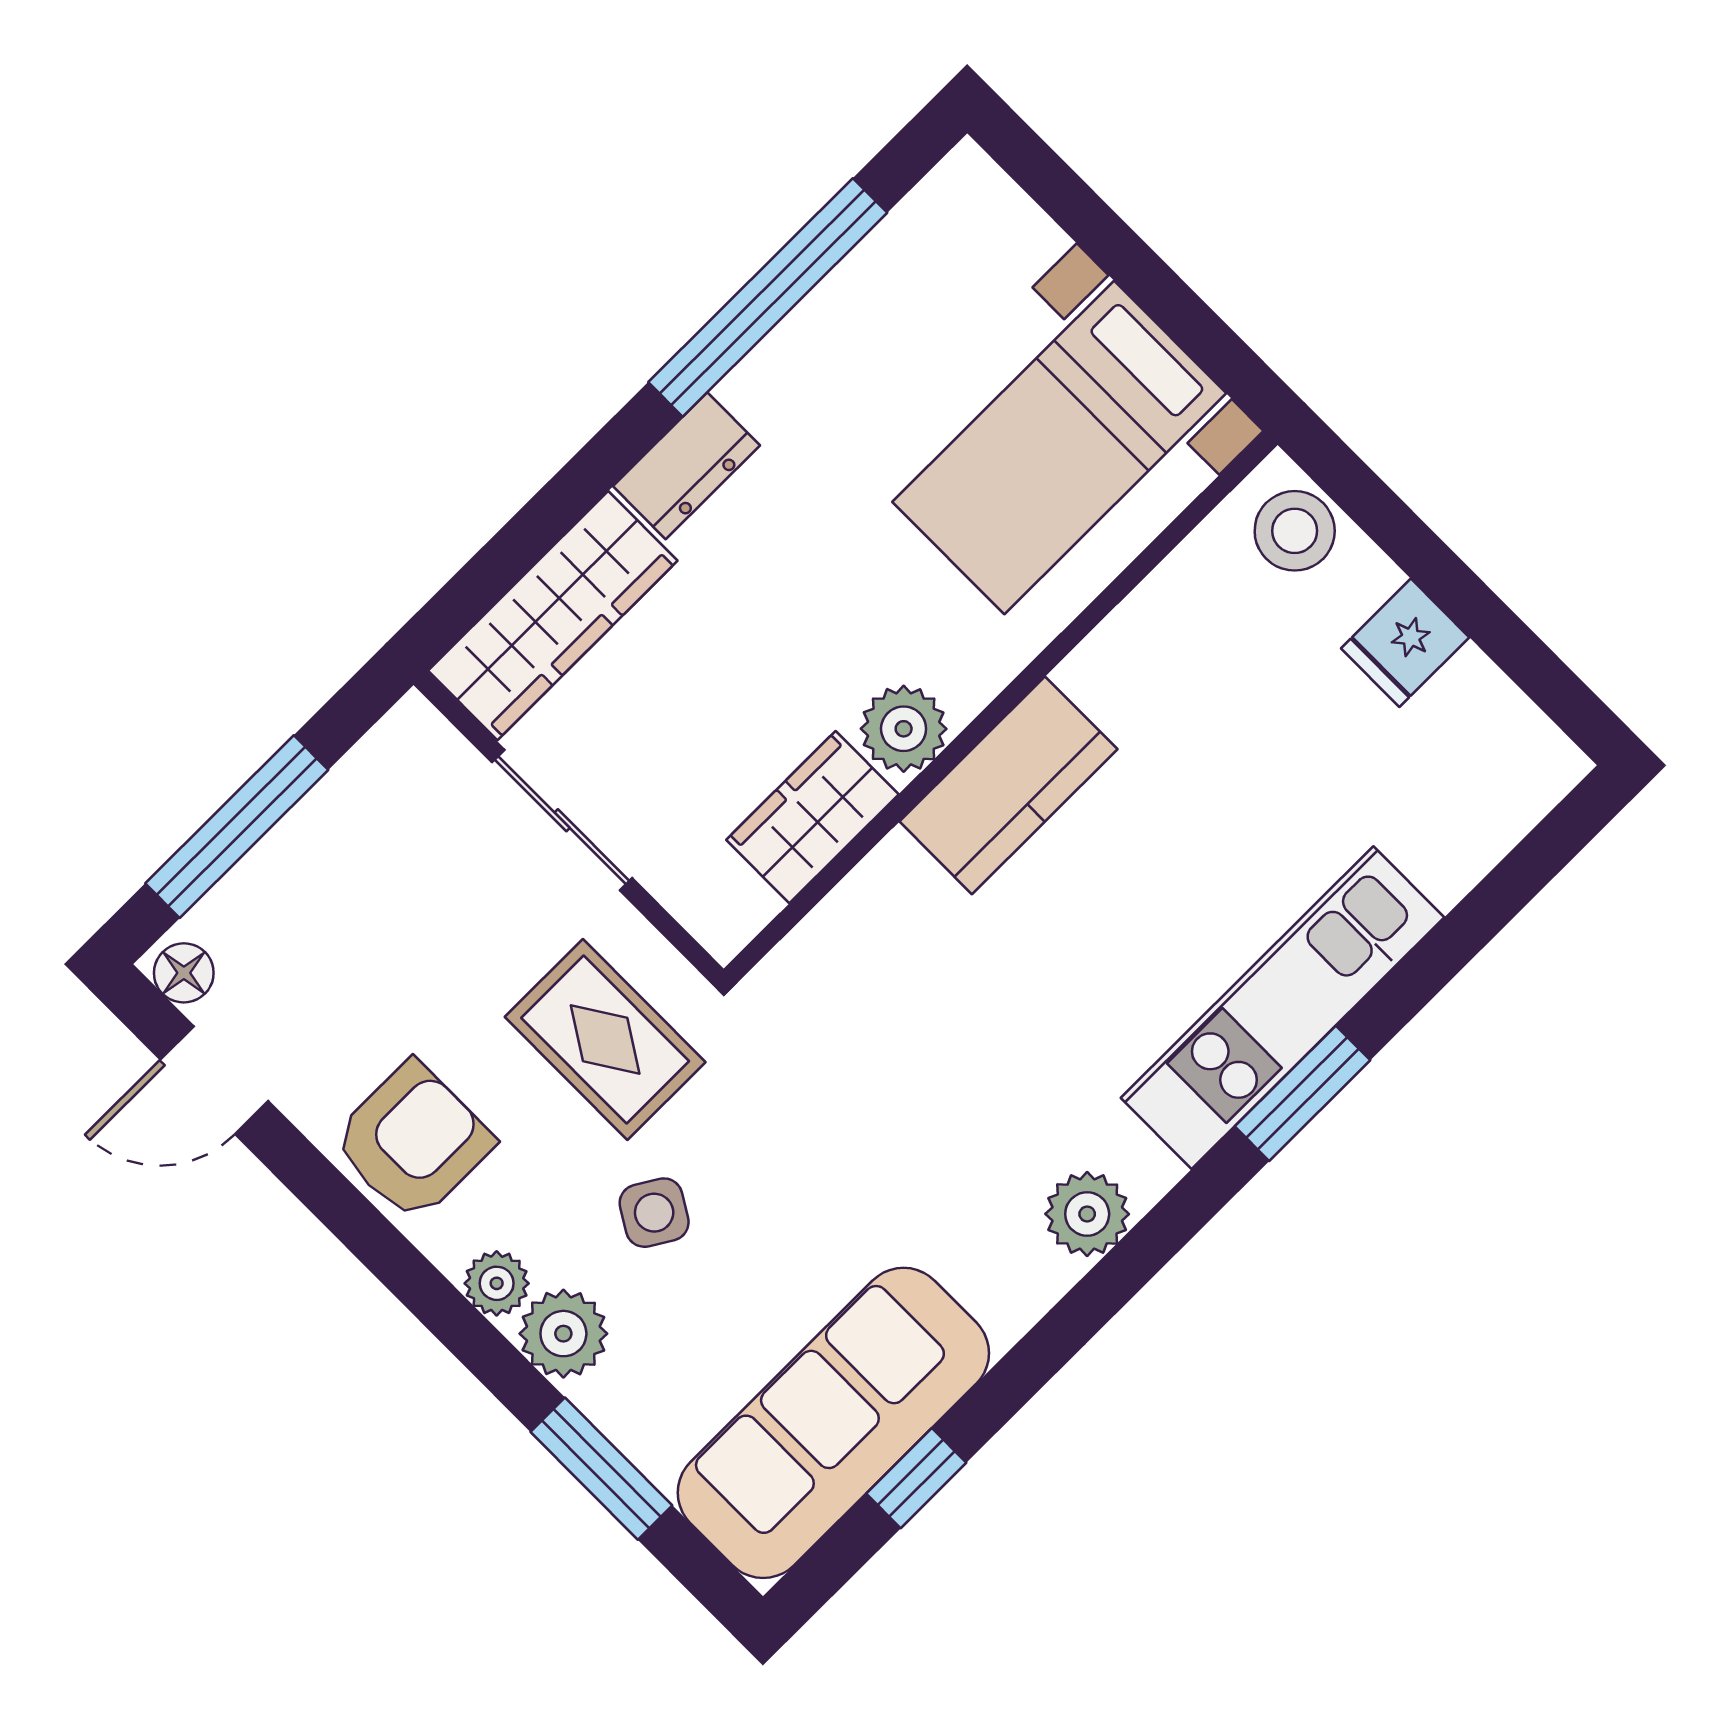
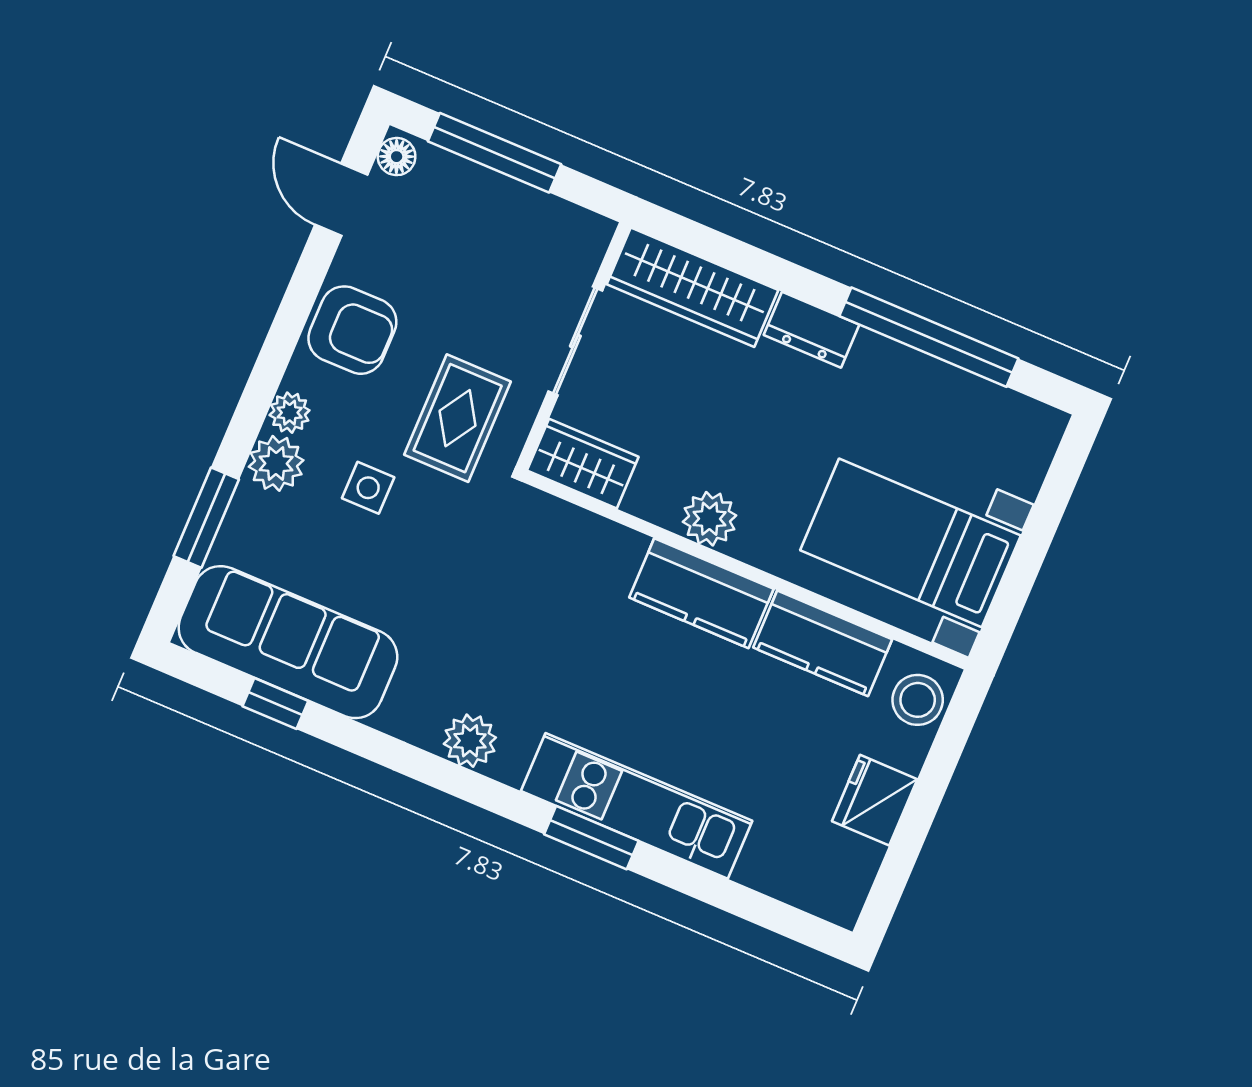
kitchen counter: (1155, 637) -> (823, 643), added
fridge: (1405, 643) -> (875, 800), width x1.38
wardrobe: (813, 817) -> (583, 464), moved
side table: (654, 1213) -> (368, 488), turned -31

